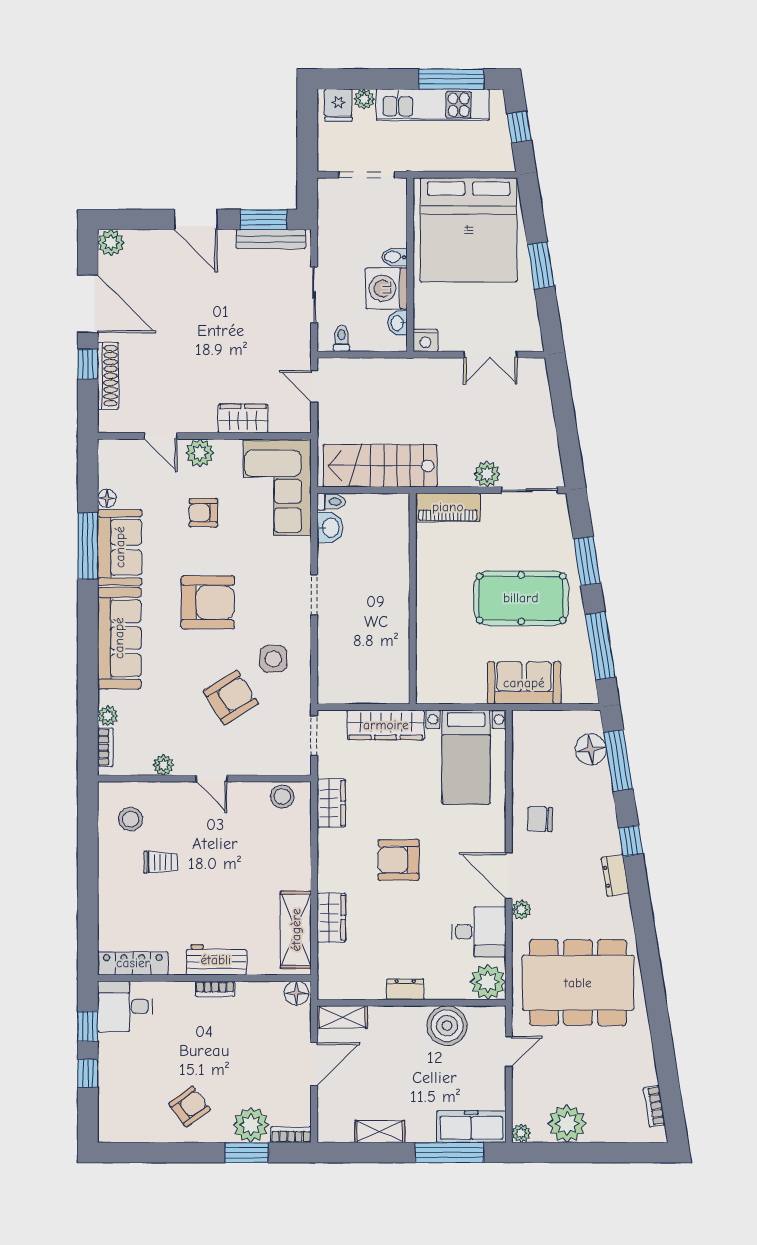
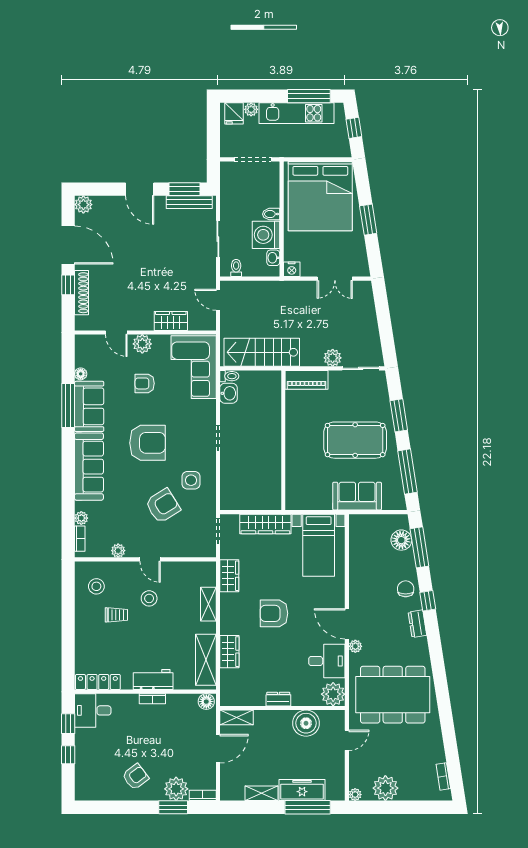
stool: (282, 797) -> (149, 598), moved
chair: (540, 819) -> (406, 589), moved, turned 88
shelving: (300, 846) -> (208, 604), added
freezer: (471, 1127) -> (302, 790), moved

